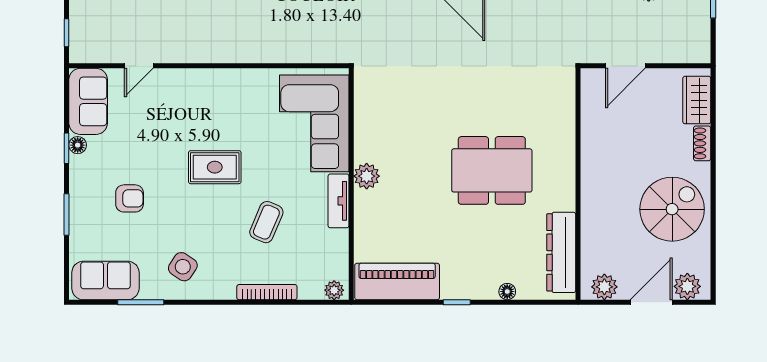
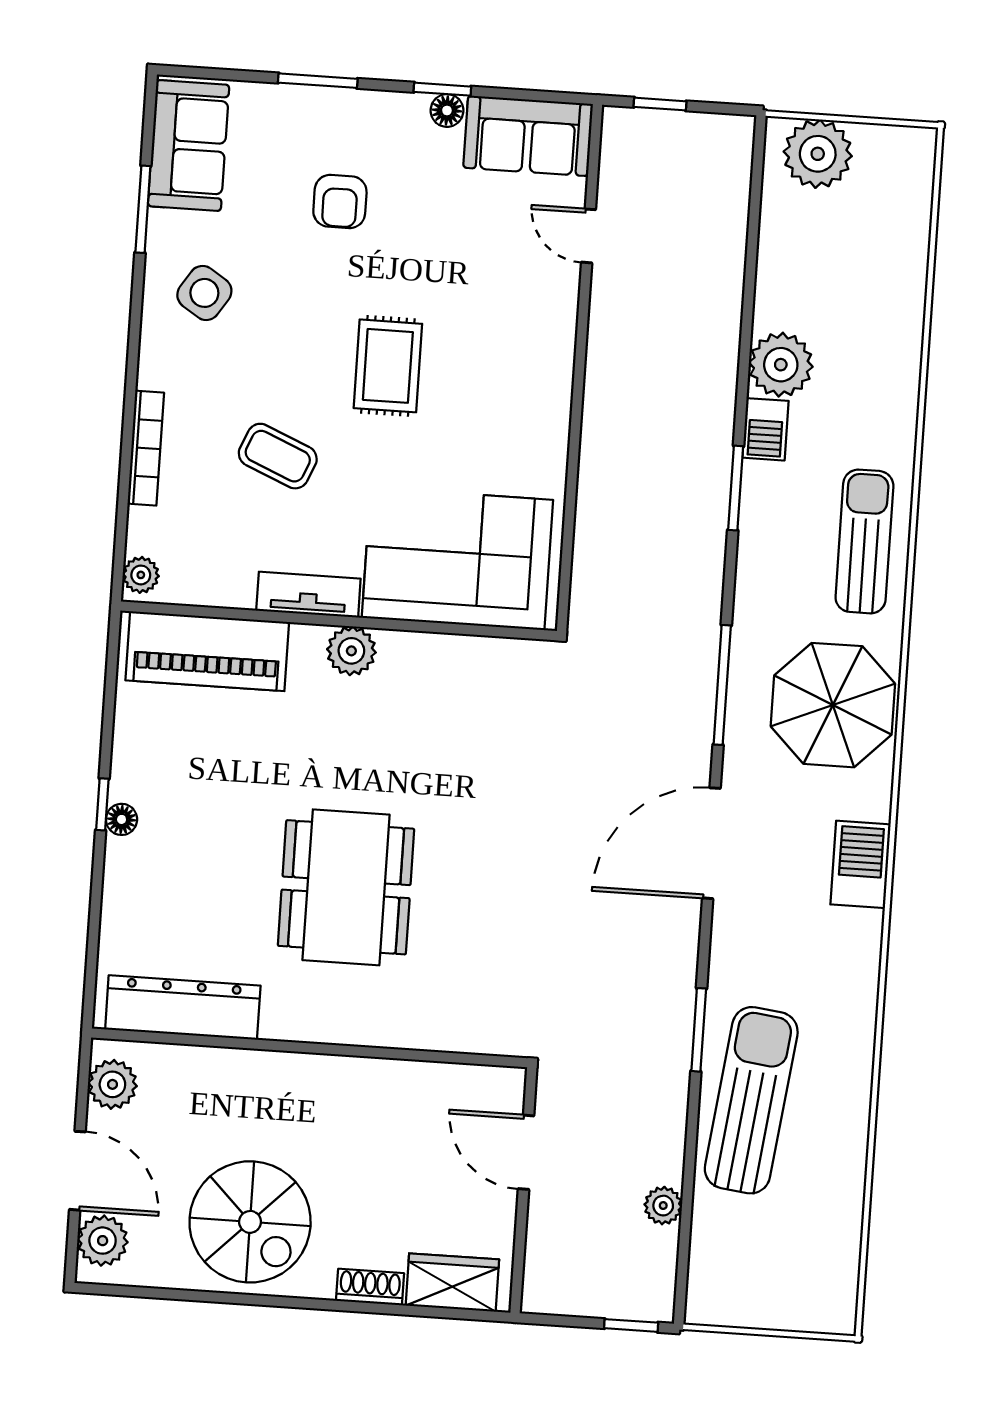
piano: (397, 281) -> (207, 651), moved, turned 90
floor lamp: (507, 292) -> (122, 819), moved

